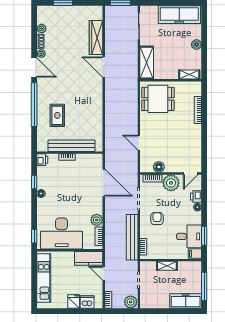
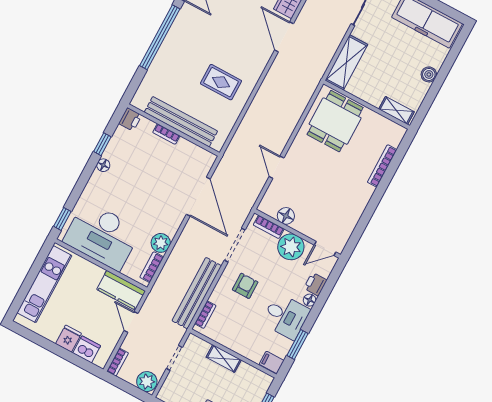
dining table: (158, 99) -> (335, 121), turned 90
rug: (57, 115) -> (221, 82), moved, turned 90
desk: (189, 236) -> (286, 316), moved

